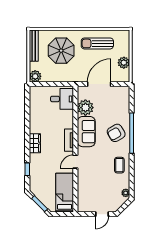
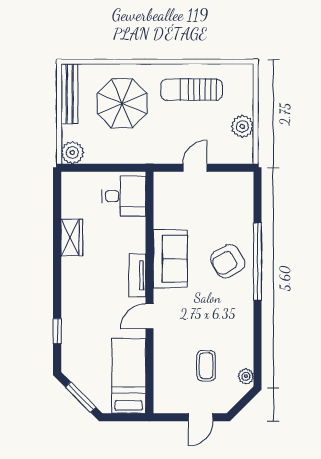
door: (99, 84) -> (195, 168), width x0.53
plant: (85, 108) -> (169, 213), removed
wardrobe: (35, 143) -> (72, 237), moved
coffee table: (119, 165) -> (206, 366), moved

